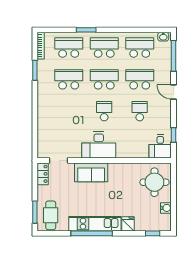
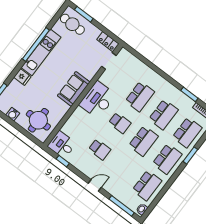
school desk: (140, 79) -> (140, 97), moved
sofa: (91, 172) -> (74, 89), moved

